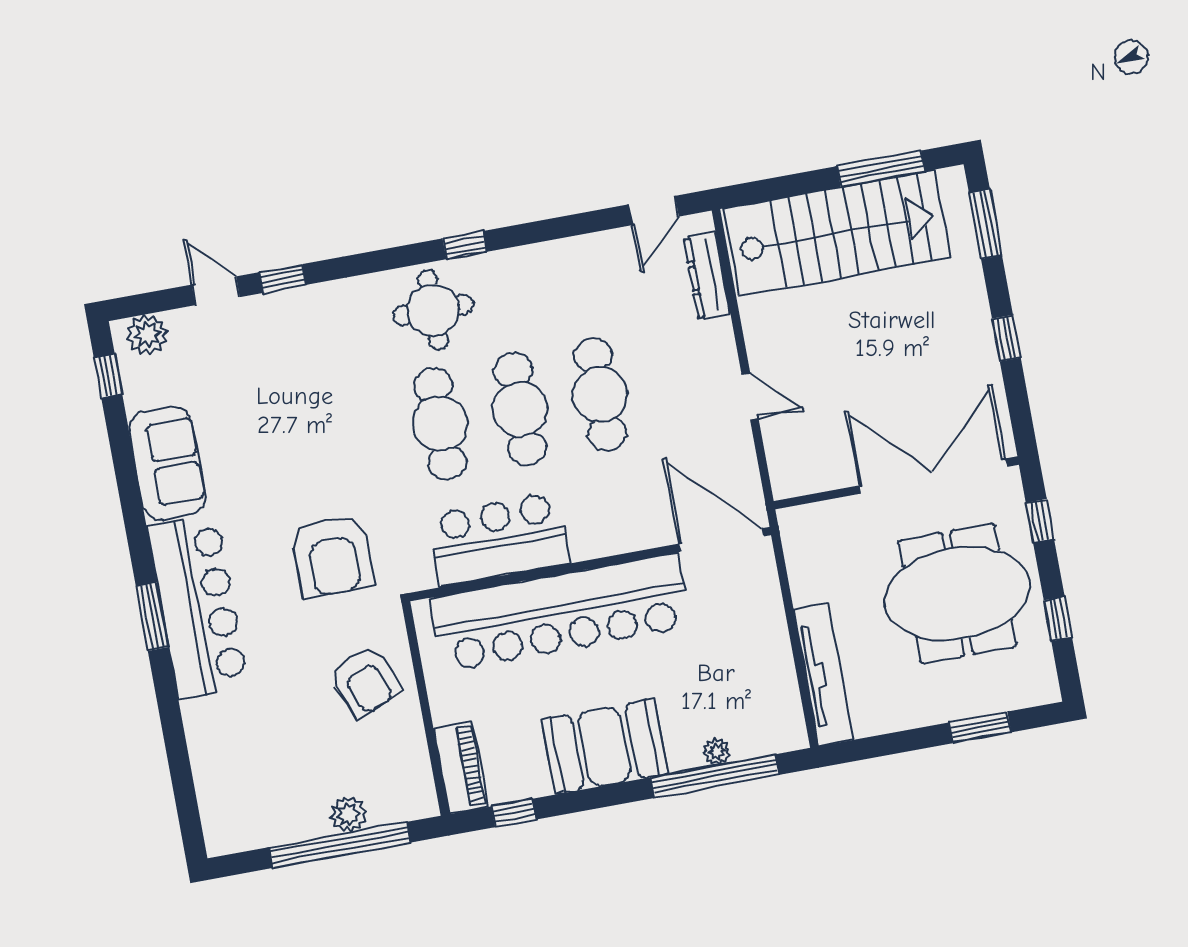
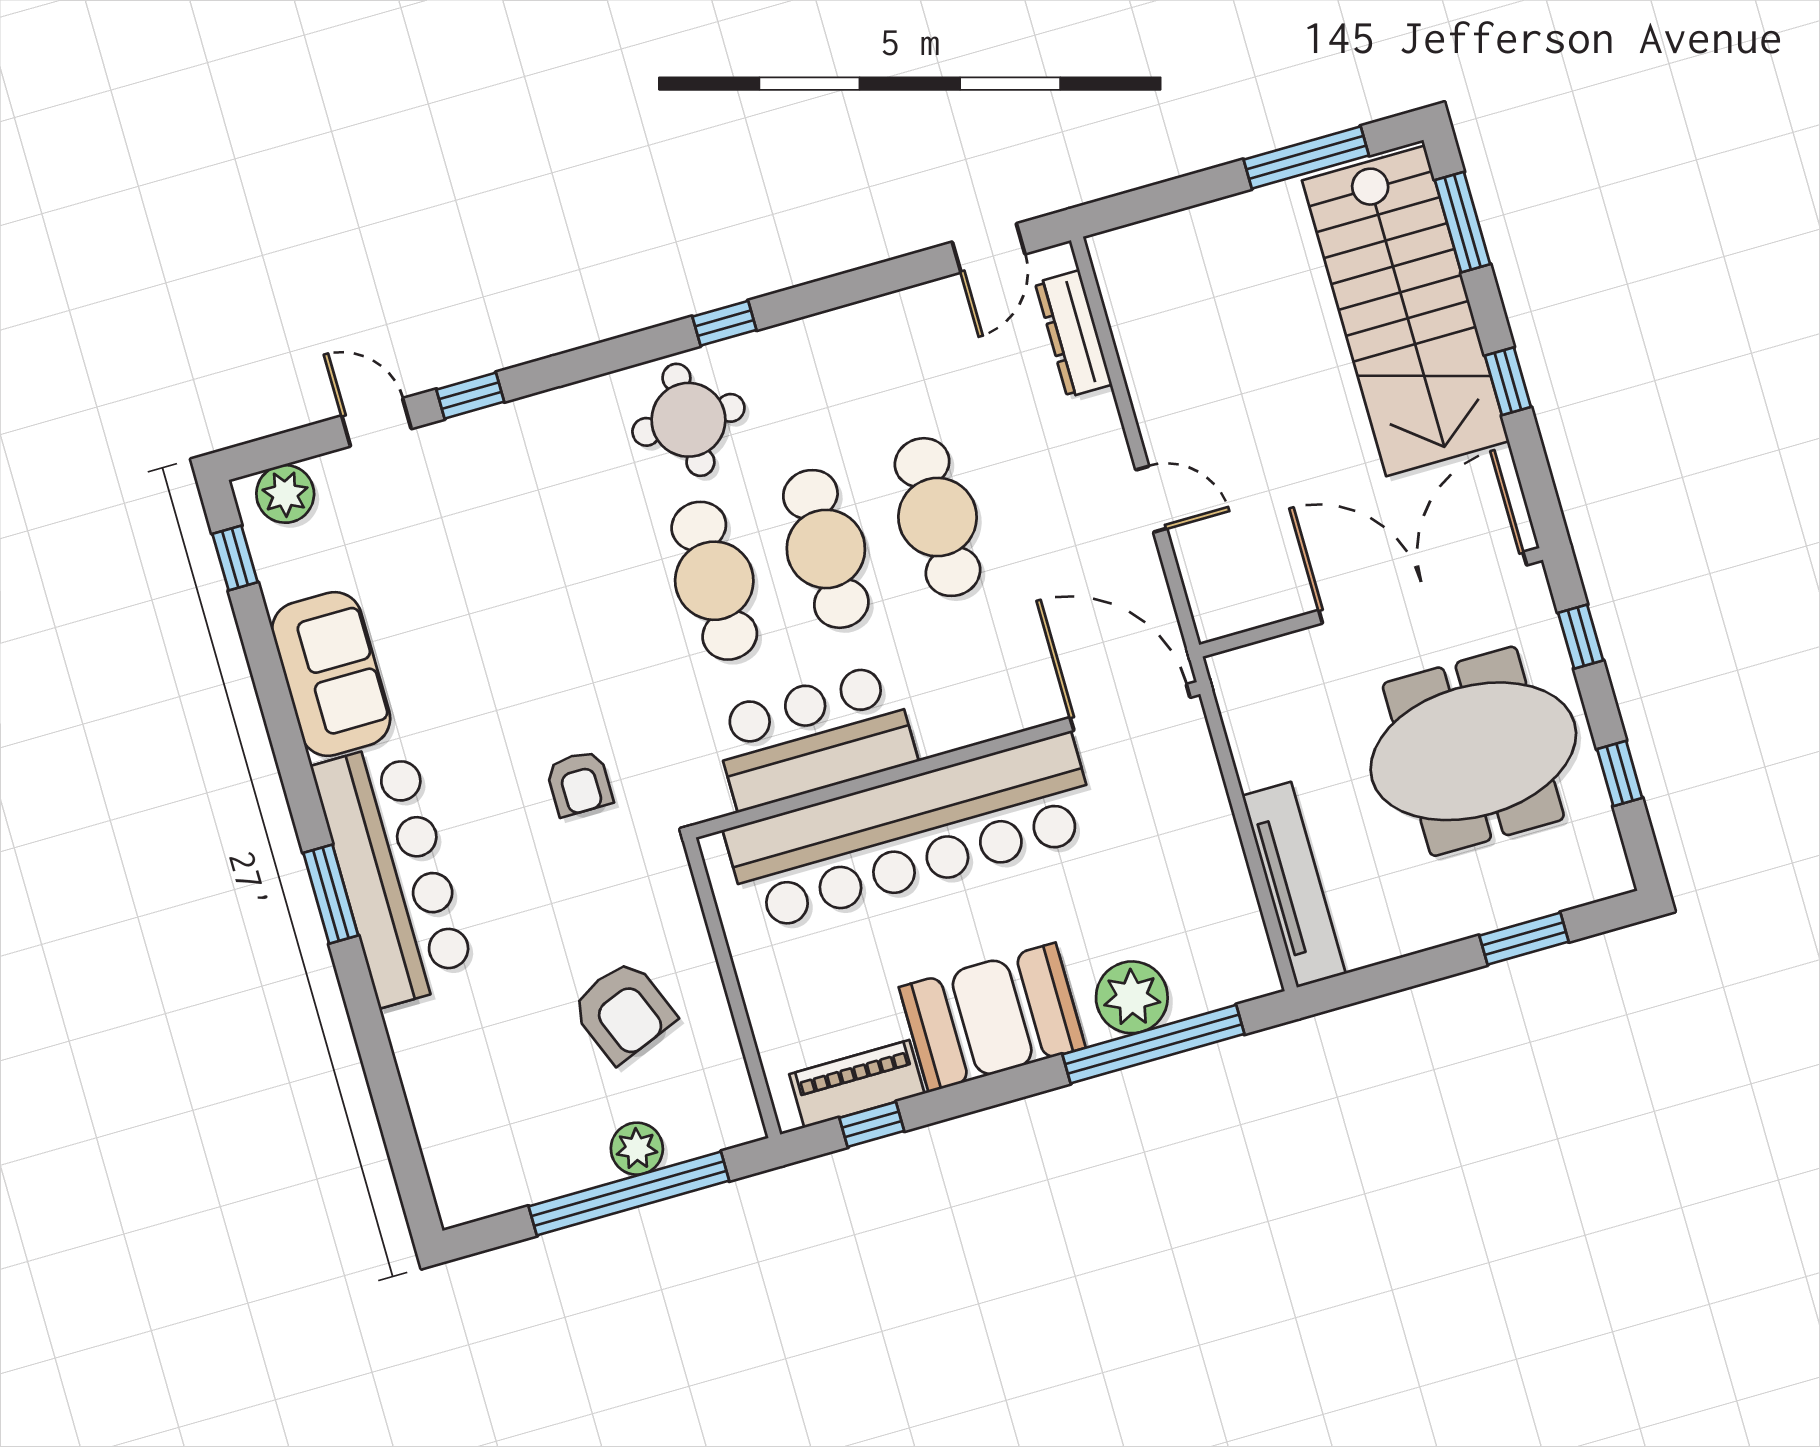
stairs: (837, 233) -> (1406, 311), moved, turned 90
armchair: (333, 556) -> (579, 783), width x0.53, depth x0.53
armchair: (365, 681) -> (623, 1011), moved
plant: (717, 751) -> (1132, 997), width x1.88, depth x1.88
piano: (460, 768) -> (857, 1084), moved, turned -90

